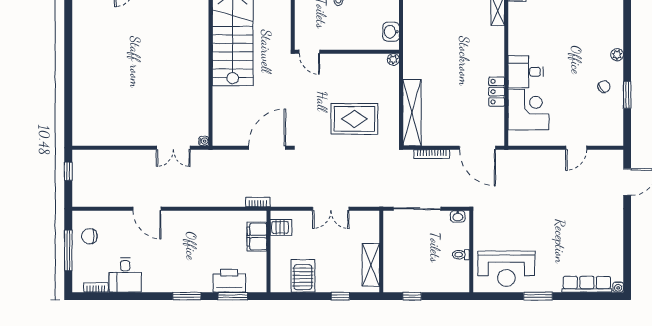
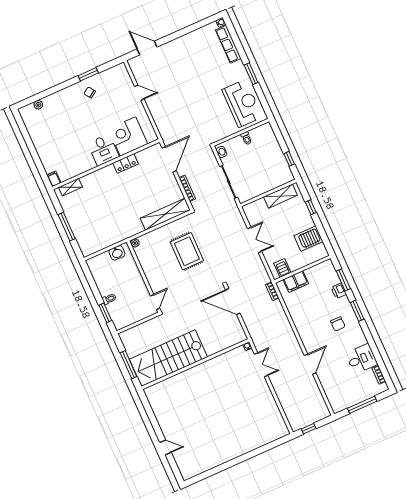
plant: (617, 55) -> (38, 105), moved
chair: (89, 236) -> (338, 324), moved
printer: (229, 281) -> (339, 291), width x0.53, depth x0.68

